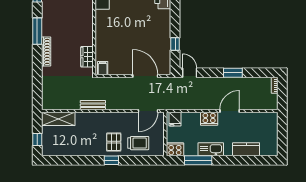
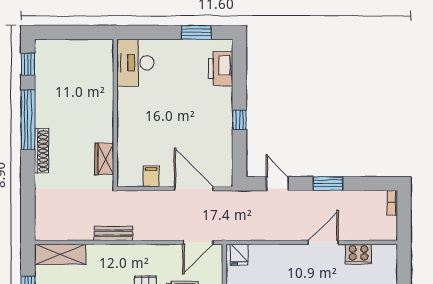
window: (37, 31) -> (28, 120), width x1.46
window: (175, 44) -> (239, 120), moved
filing cabinet: (103, 68) -> (151, 176), moved
door: (190, 73) -> (277, 184), moved
cooker: (209, 119) -> (358, 254), moved

